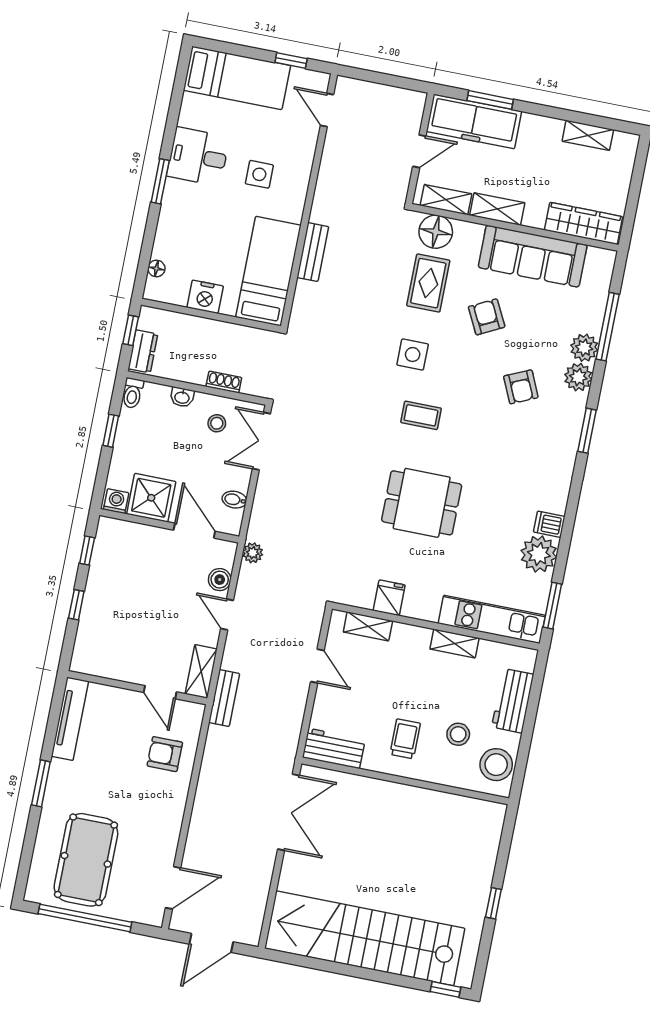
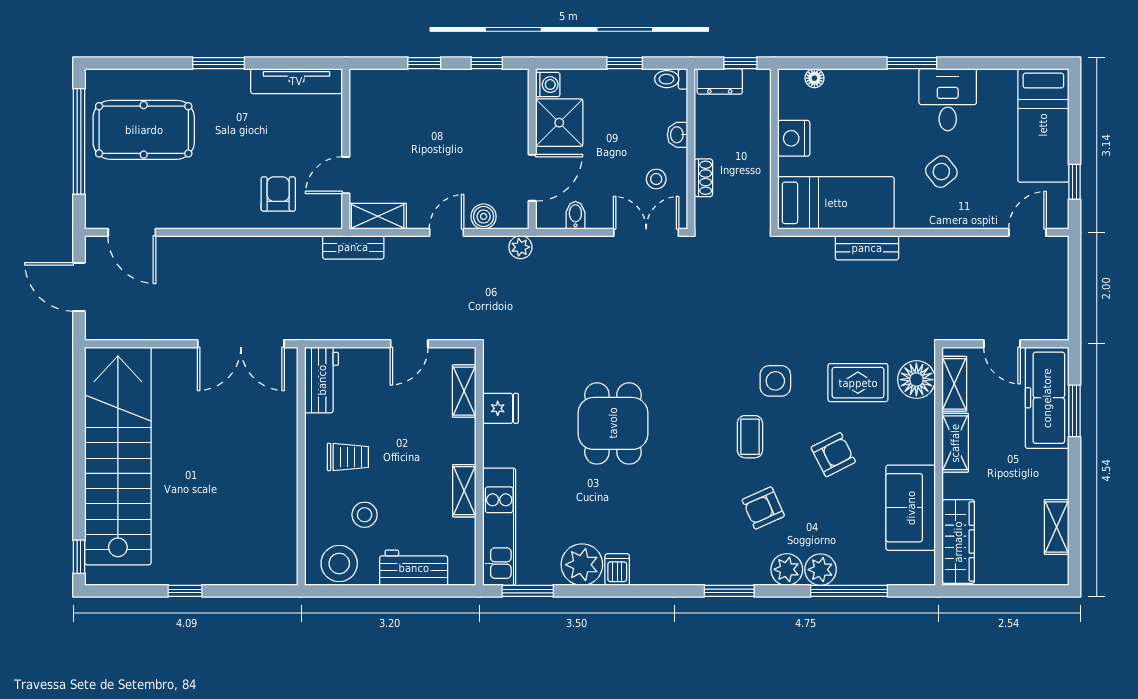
side table: (259, 174) -> (941, 172), turned -38
sofa: (533, 256) -> (911, 508), width x0.73
coffee table: (421, 415) -> (750, 437), moved

